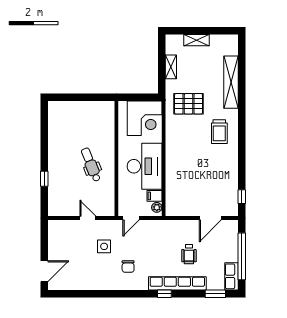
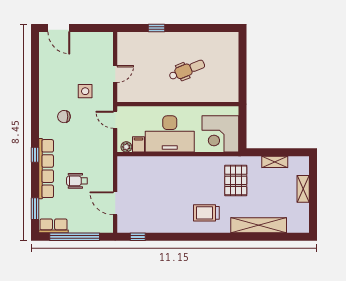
dental chair: (91, 165) -> (187, 70), moved

